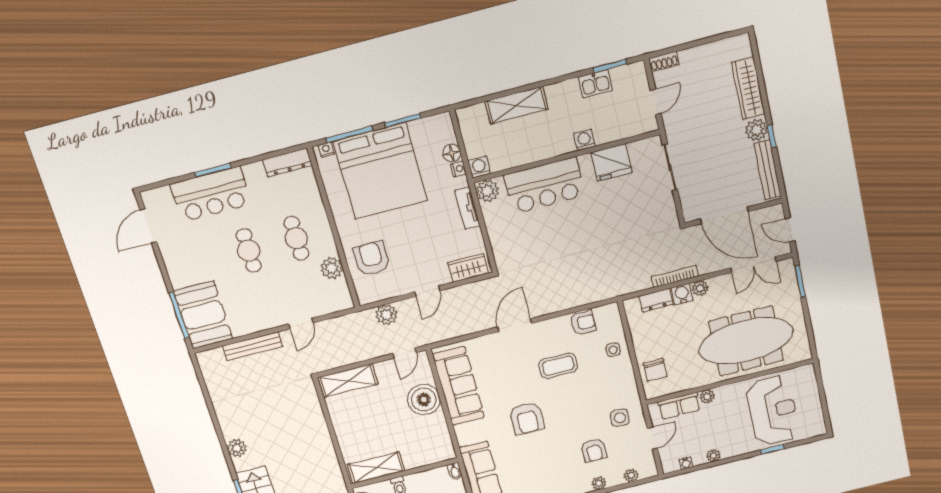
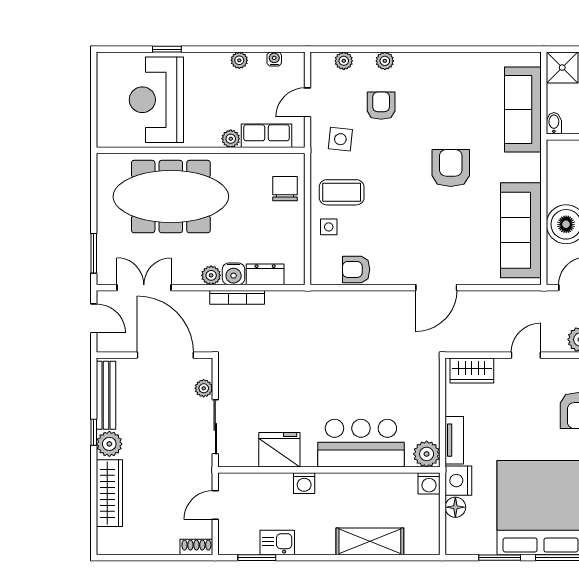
nightstand: (458, 169) -> (458, 481), width x1.89, depth x1.79
plant: (687, 197) -> (204, 388), added
coffee table: (558, 366) -> (342, 192), moved

